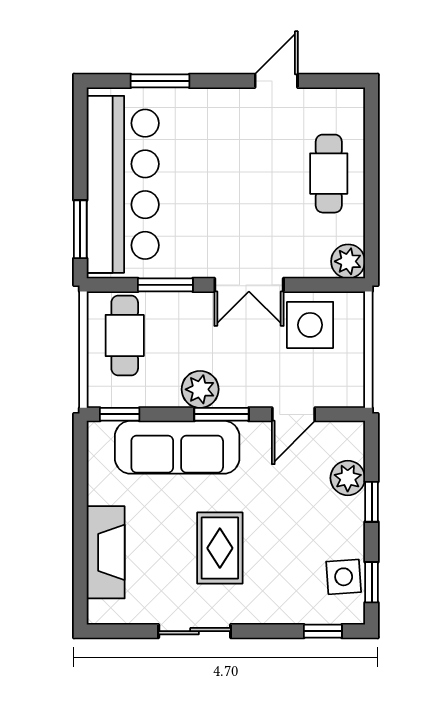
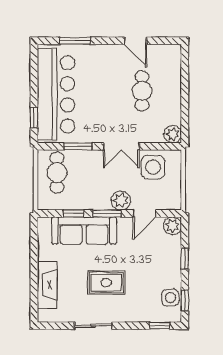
door: (276, 81) -> (135, 41), swing flipped
cafe table: (329, 174) -> (142, 91), moved
window: (80, 229) -> (34, 118), width x0.67
plant: (200, 389) -> (121, 201), moved
window: (120, 414) -> (73, 213), moved
plant: (348, 478) -> (172, 226), moved
rug: (220, 548) -> (106, 283), turned 90

